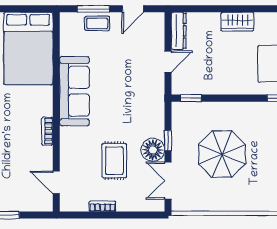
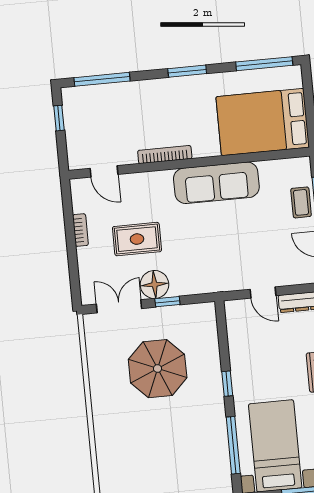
window: (191, 98) -> (227, 384), moved
bookcase: (47, 131) -> (165, 155), width x1.56
door: (56, 182) -> (104, 171), swing flipped

